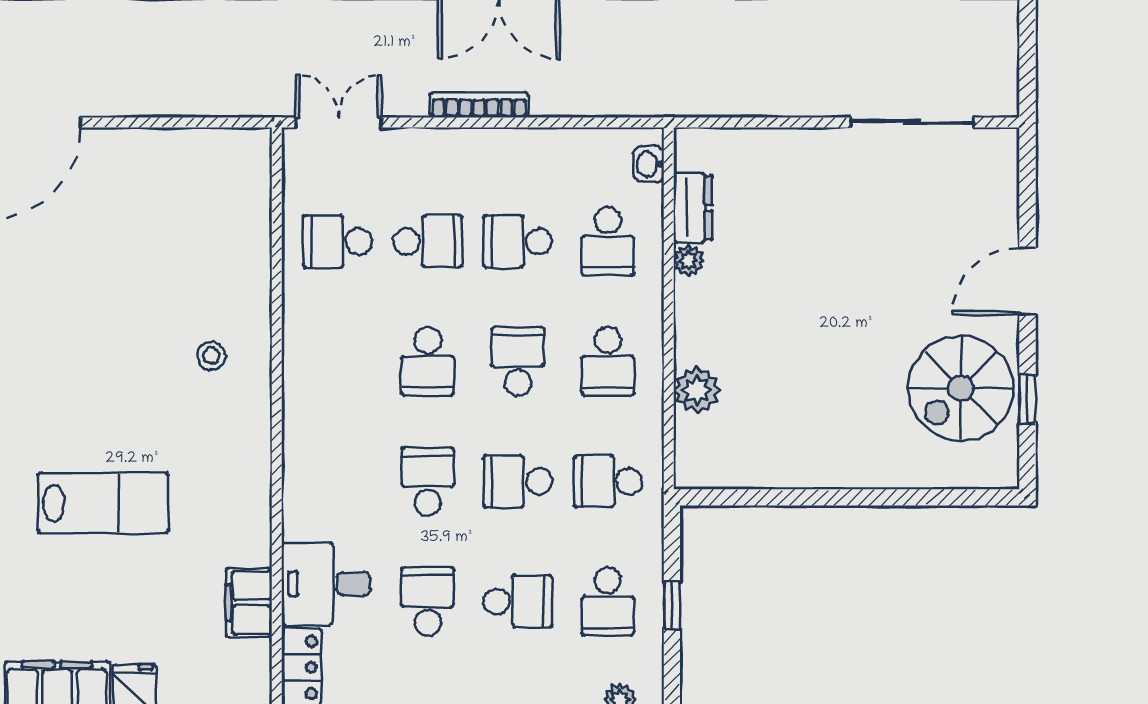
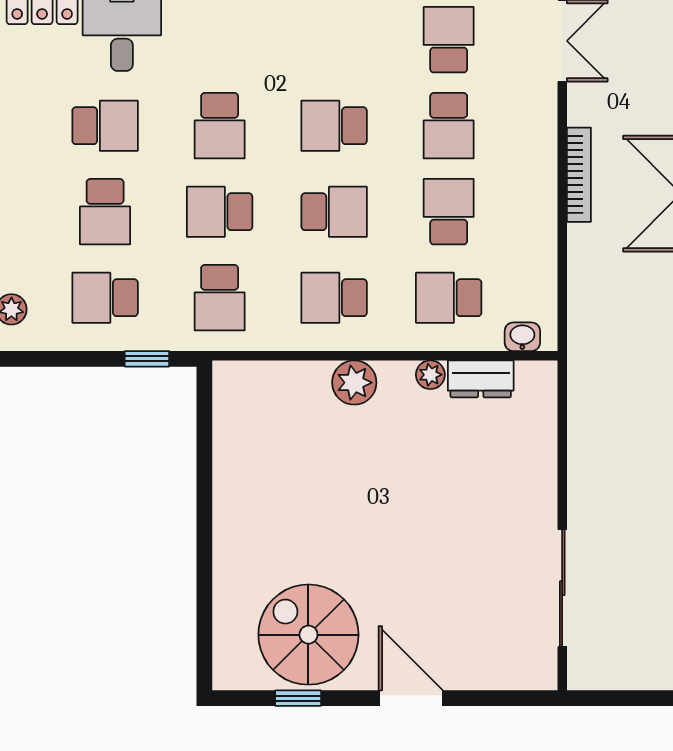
plant: (697, 390) -> (354, 383), moved
school desk: (428, 481) -> (220, 126), turned 90
school desk: (518, 481) -> (220, 212), turned -90
school desk: (608, 481) -> (220, 298), turned 180
window: (672, 605) -> (147, 359), moved

